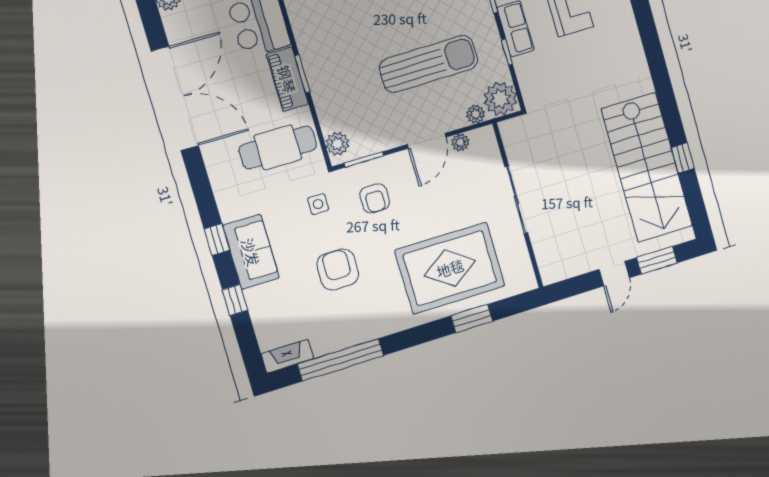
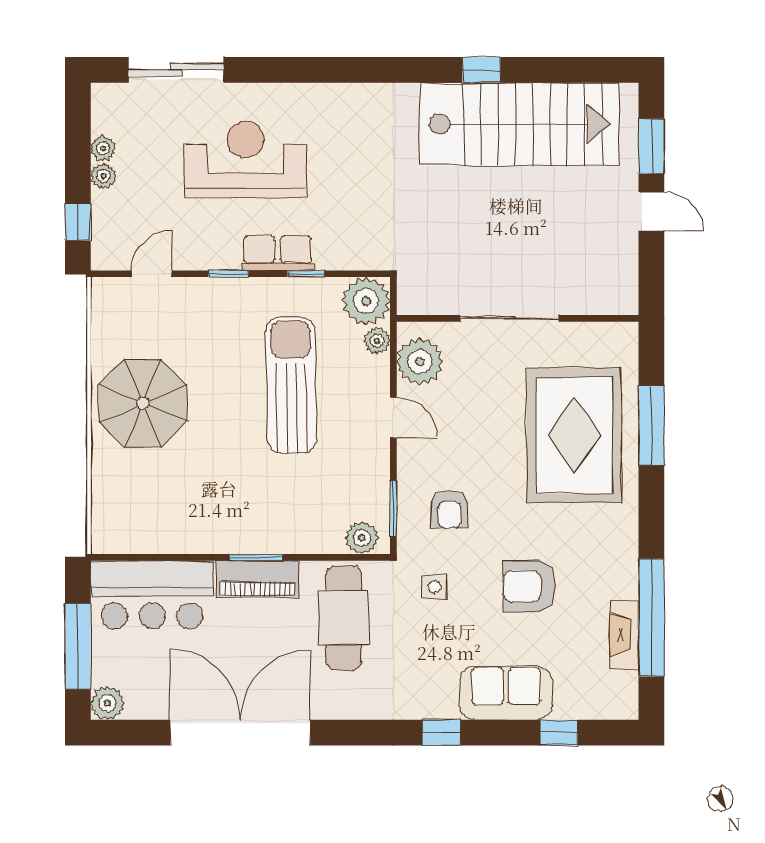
door: (427, 141) -> (393, 418), width x0.73
plant: (460, 142) -> (420, 362), width x1.87, depth x1.87
window: (683, 158) -> (481, 70), moved
armchair: (375, 198) -> (450, 509), turned 90
sofa: (251, 252) -> (506, 693), moved
window: (235, 300) -> (559, 733), moved
window: (472, 319) -> (651, 426), width x1.44
fireplace: (287, 356) -> (624, 635), moved

